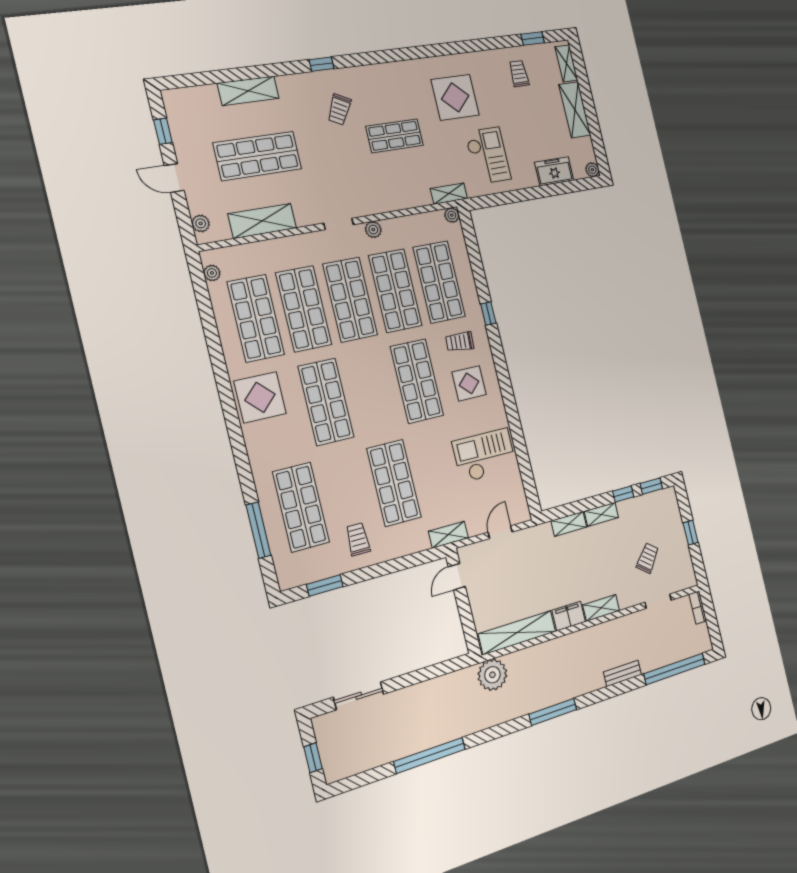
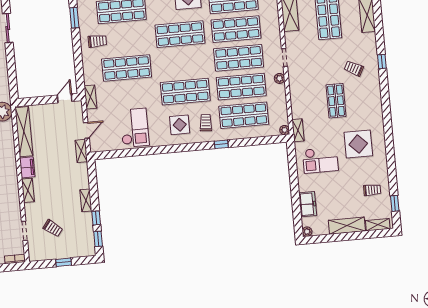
shelving: (569, 524) -> (81, 151), moved
door: (500, 532) -> (86, 130), hinge flipped
door: (457, 577) -> (65, 98), hinge flipped

